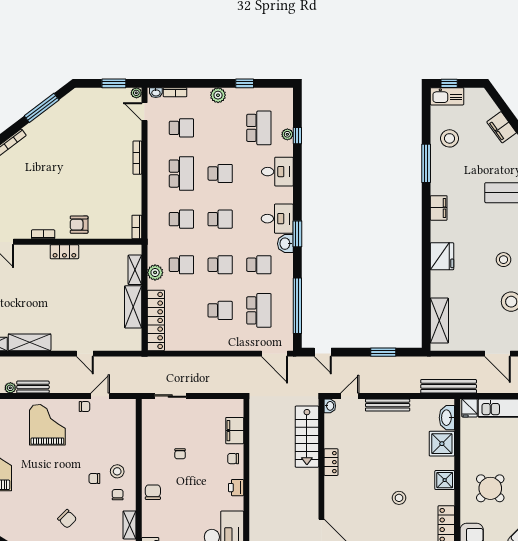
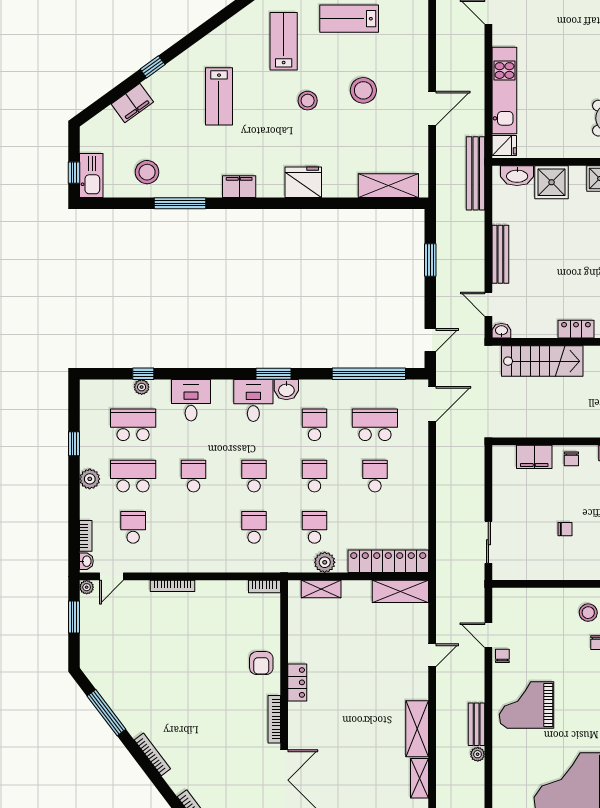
school desk: (181, 174) -> (133, 476), moved
bookcase: (43, 234) -> (274, 719), width x1.56
shelving: (133, 307) -> (400, 591), moved

